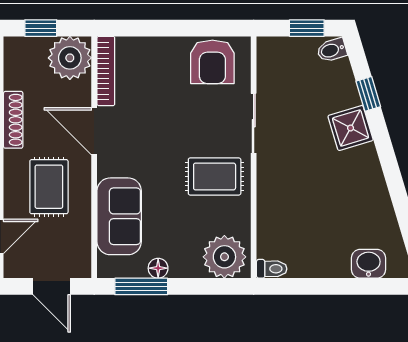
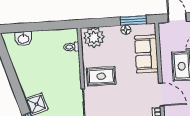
toilet: (272, 269) -> (71, 47), moved

